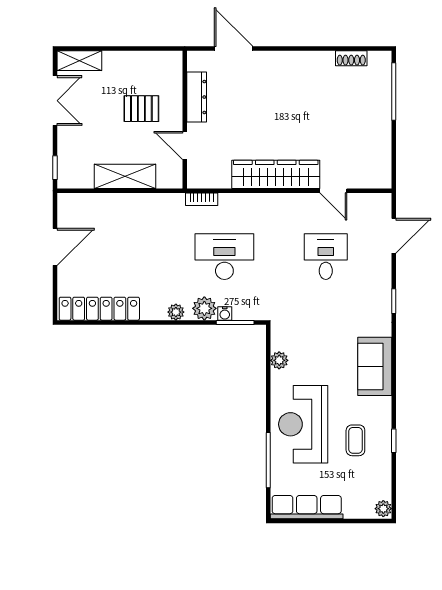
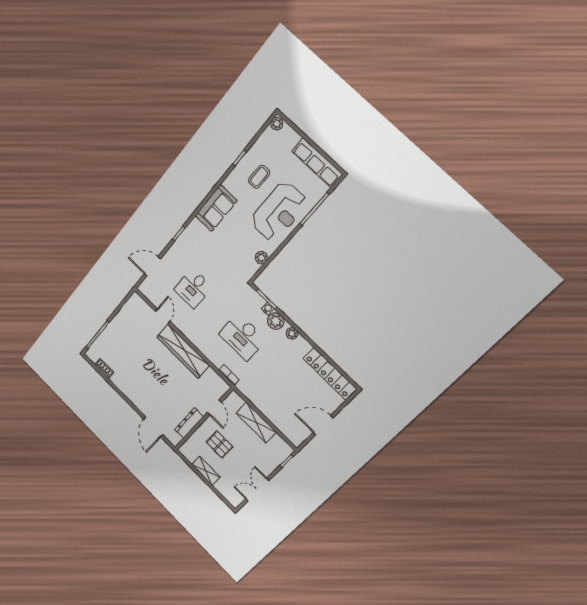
shelving: (79, 61) -> (206, 471), moved

